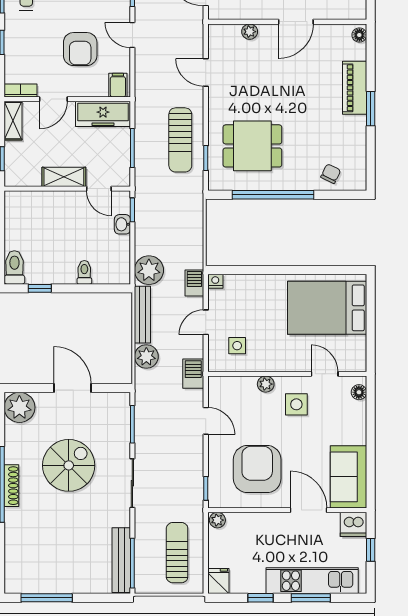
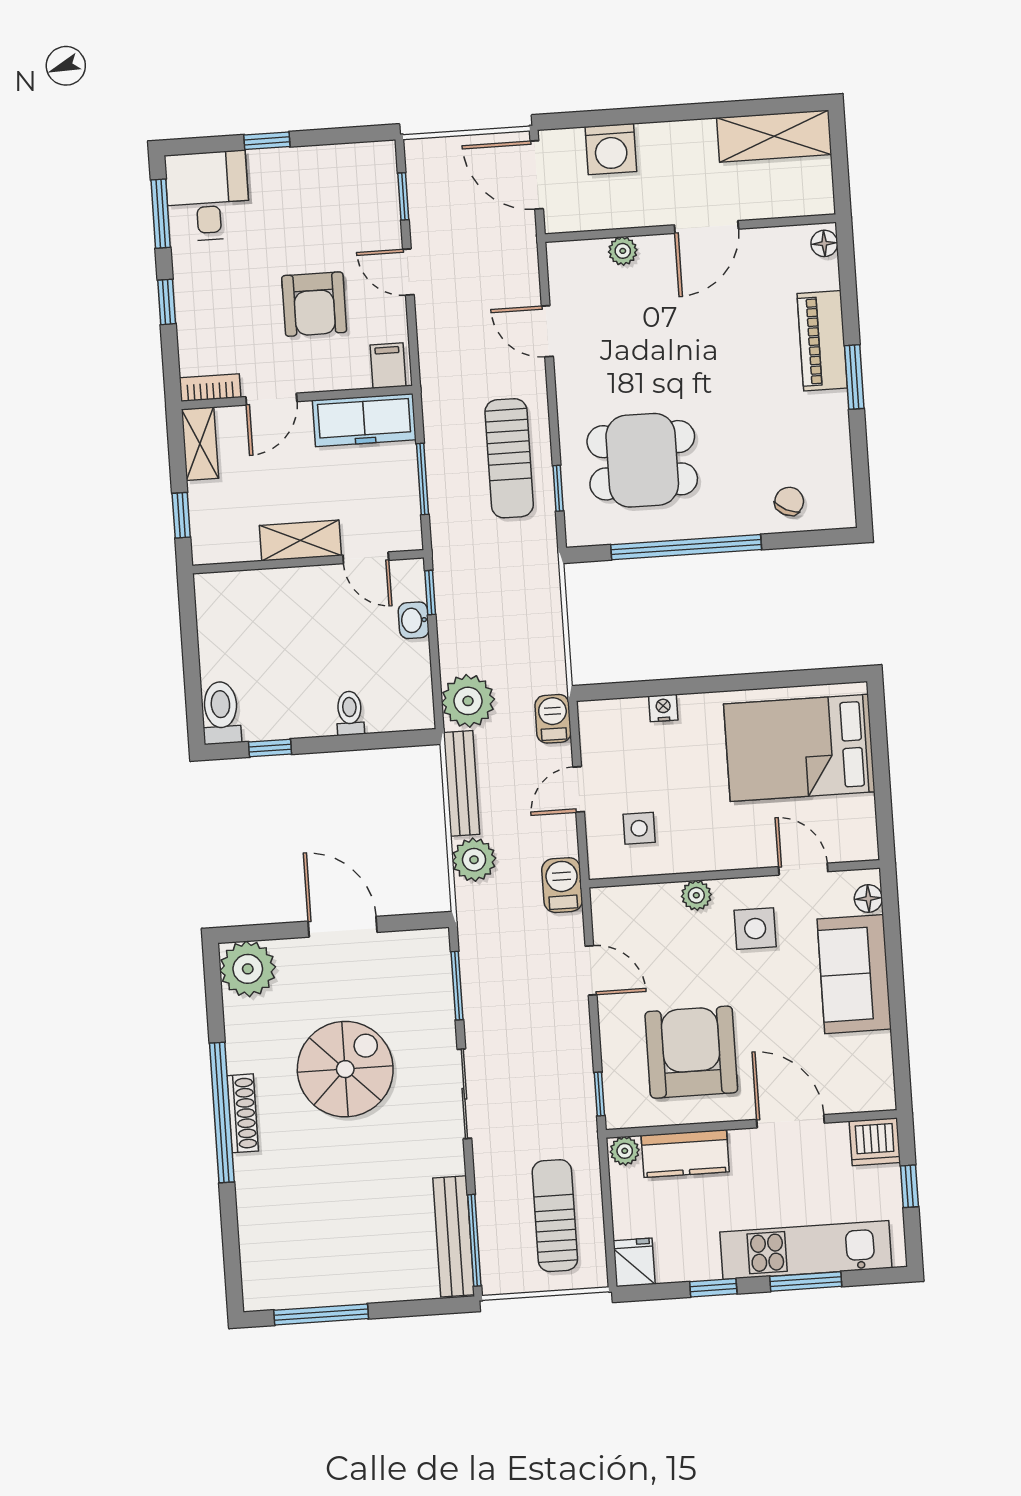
nightstand: (215, 281) -> (663, 708), moved
sofa: (348, 477) -> (854, 974), moved
kitchen counter: (250, 524) -> (685, 1154), added

